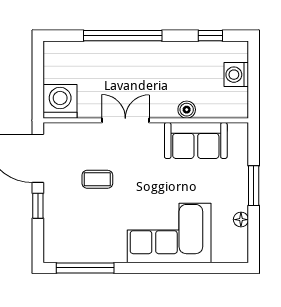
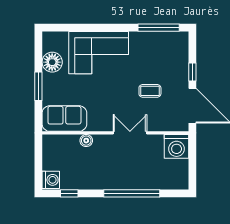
washing machine: (236, 75) -> (51, 180), moved
double door: (125, 120) -> (130, 133), swing flipped
sofa: (196, 141) -> (64, 119), moved
floor lamp: (241, 220) -> (52, 62), width x1.89, depth x1.89

